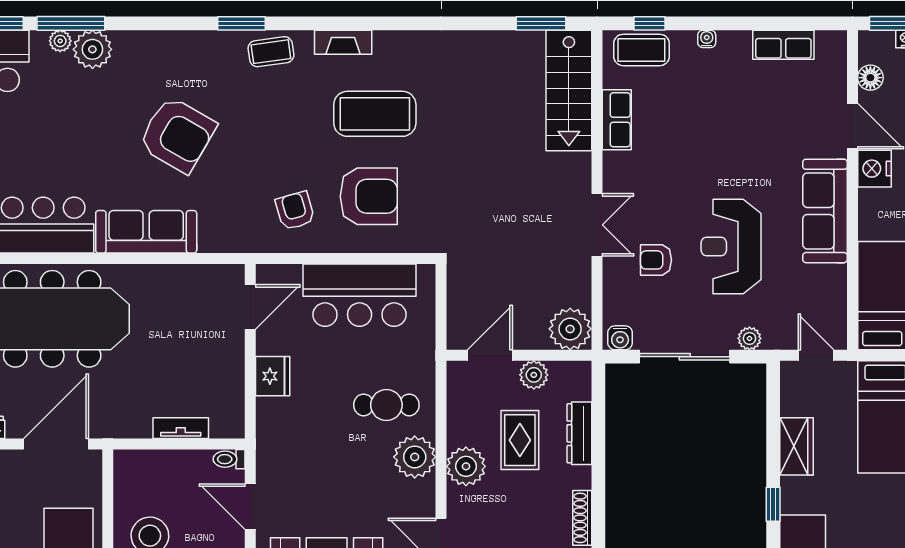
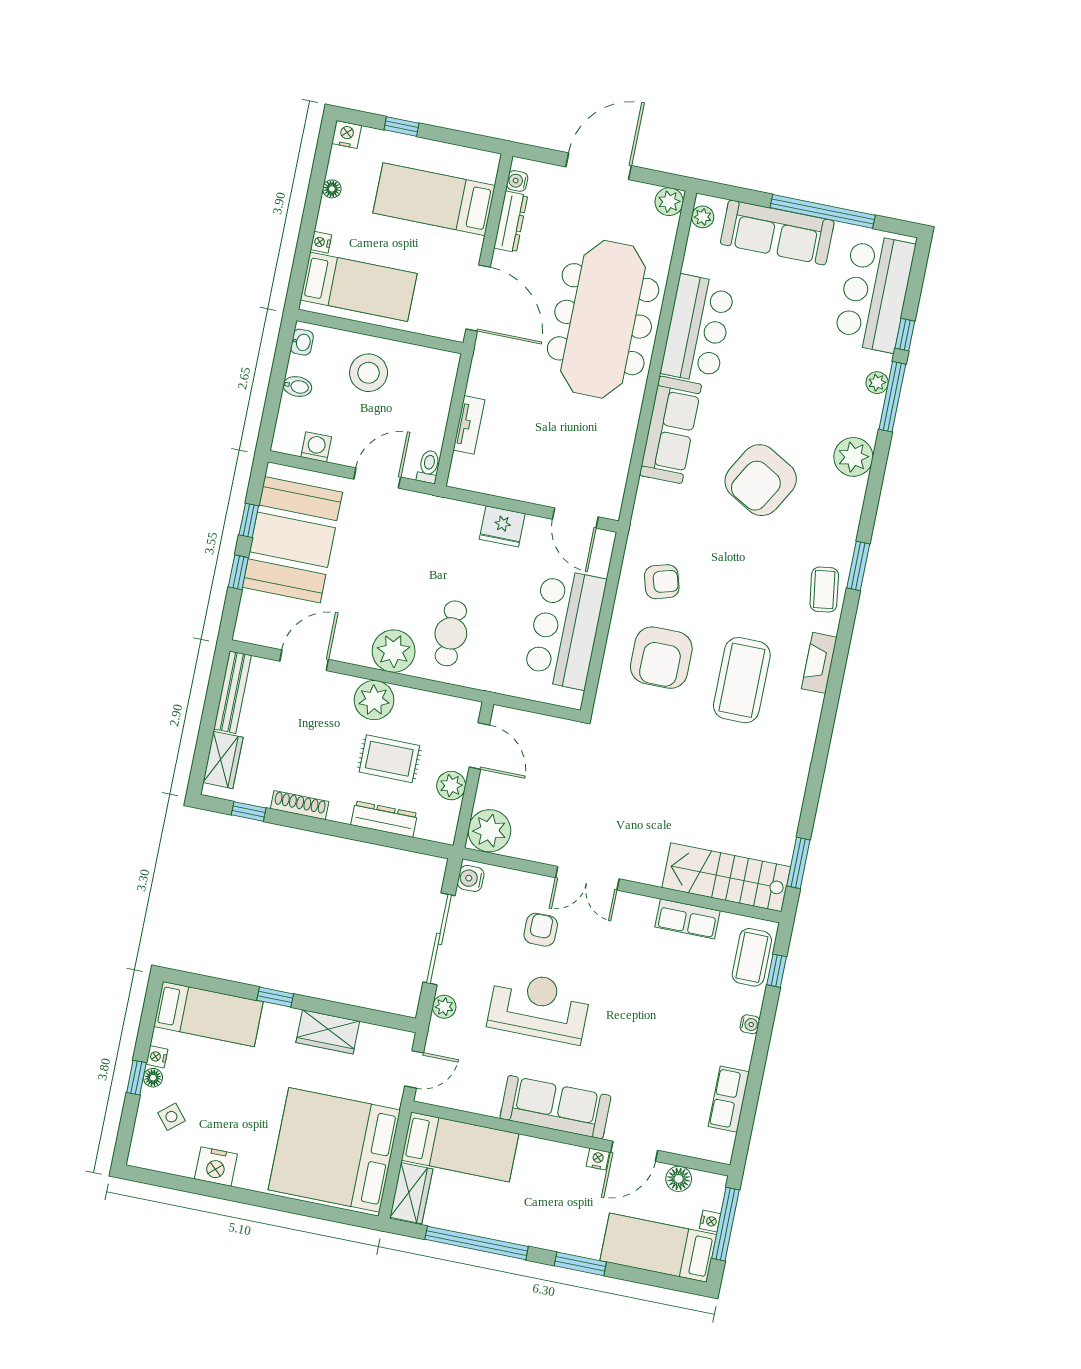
plant: (92, 49) -> (853, 457), moved
nightstand: (874, 169) -> (598, 1159), width x0.53, depth x0.56

